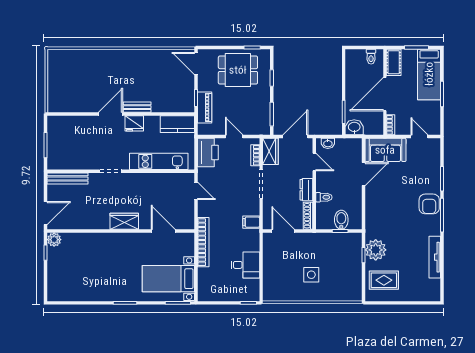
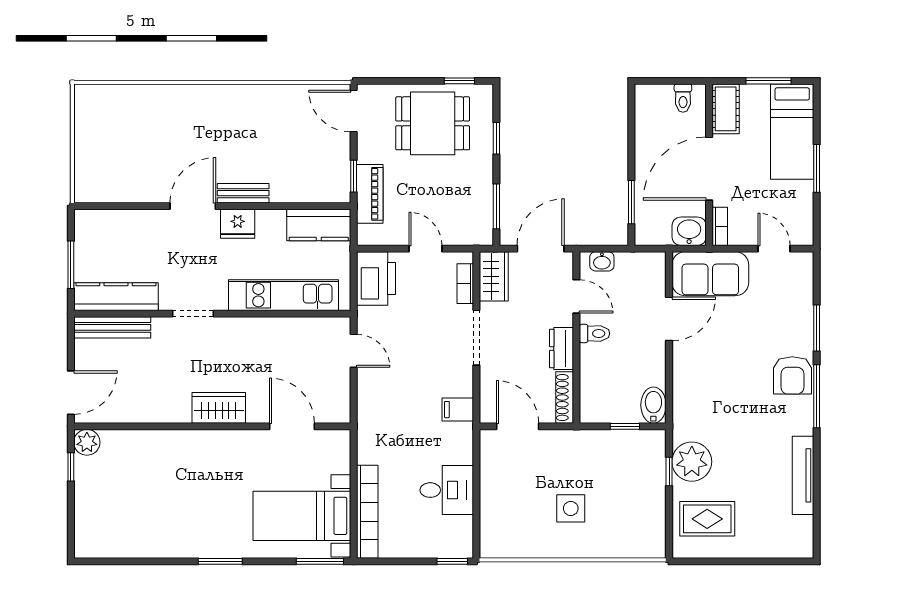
washbasin: (354, 127) -> (689, 231), moved
kitchen counter: (70, 162) -> (116, 297), added
toilet: (324, 197) -> (594, 333), moved
bidet: (341, 220) -> (653, 405), moved
bookcase: (203, 242) -> (367, 512), moved

